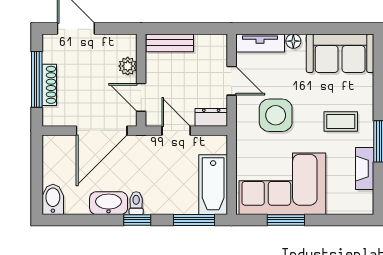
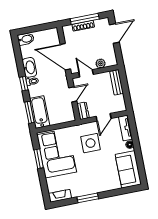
door: (141, 97) -> (86, 73), hinge flipped
coffee table: (341, 121) -> (94, 177), removed
fireplace: (365, 169) -> (60, 196), moved
bathtub: (213, 185) -> (40, 112), moved, turned 90

